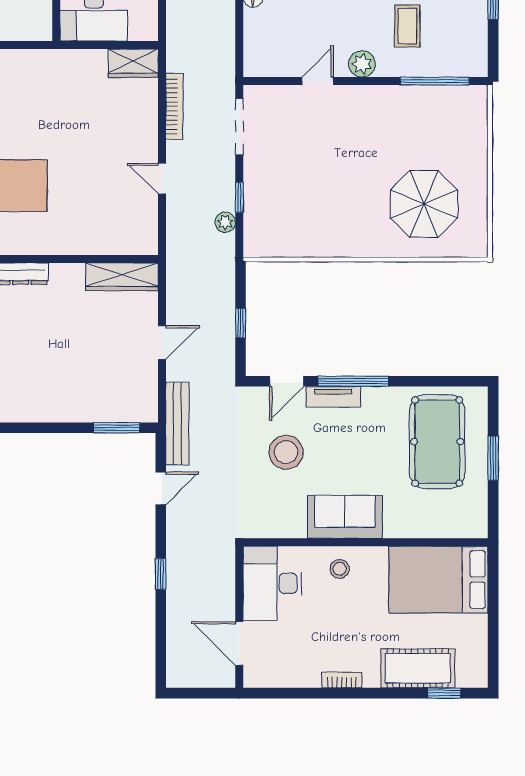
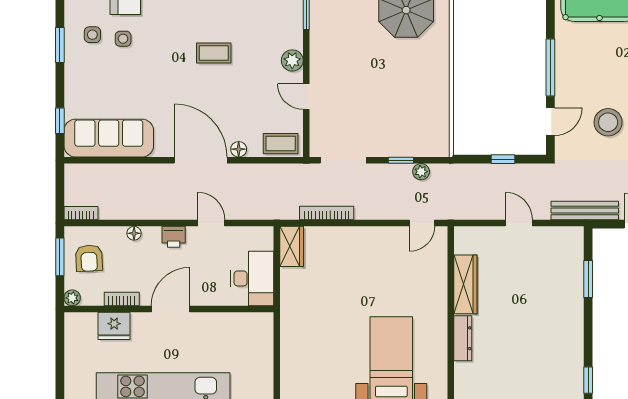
coffee table: (407, 26) -> (281, 144), moved
door: (162, 179) -> (422, 223), moved
wardrobe: (122, 277) -> (465, 284), moved
door: (287, 381) -> (550, 122), hinge flipped
tv unit: (333, 397) -> (563, 84), removed
window: (117, 428) -> (588, 279), moved

